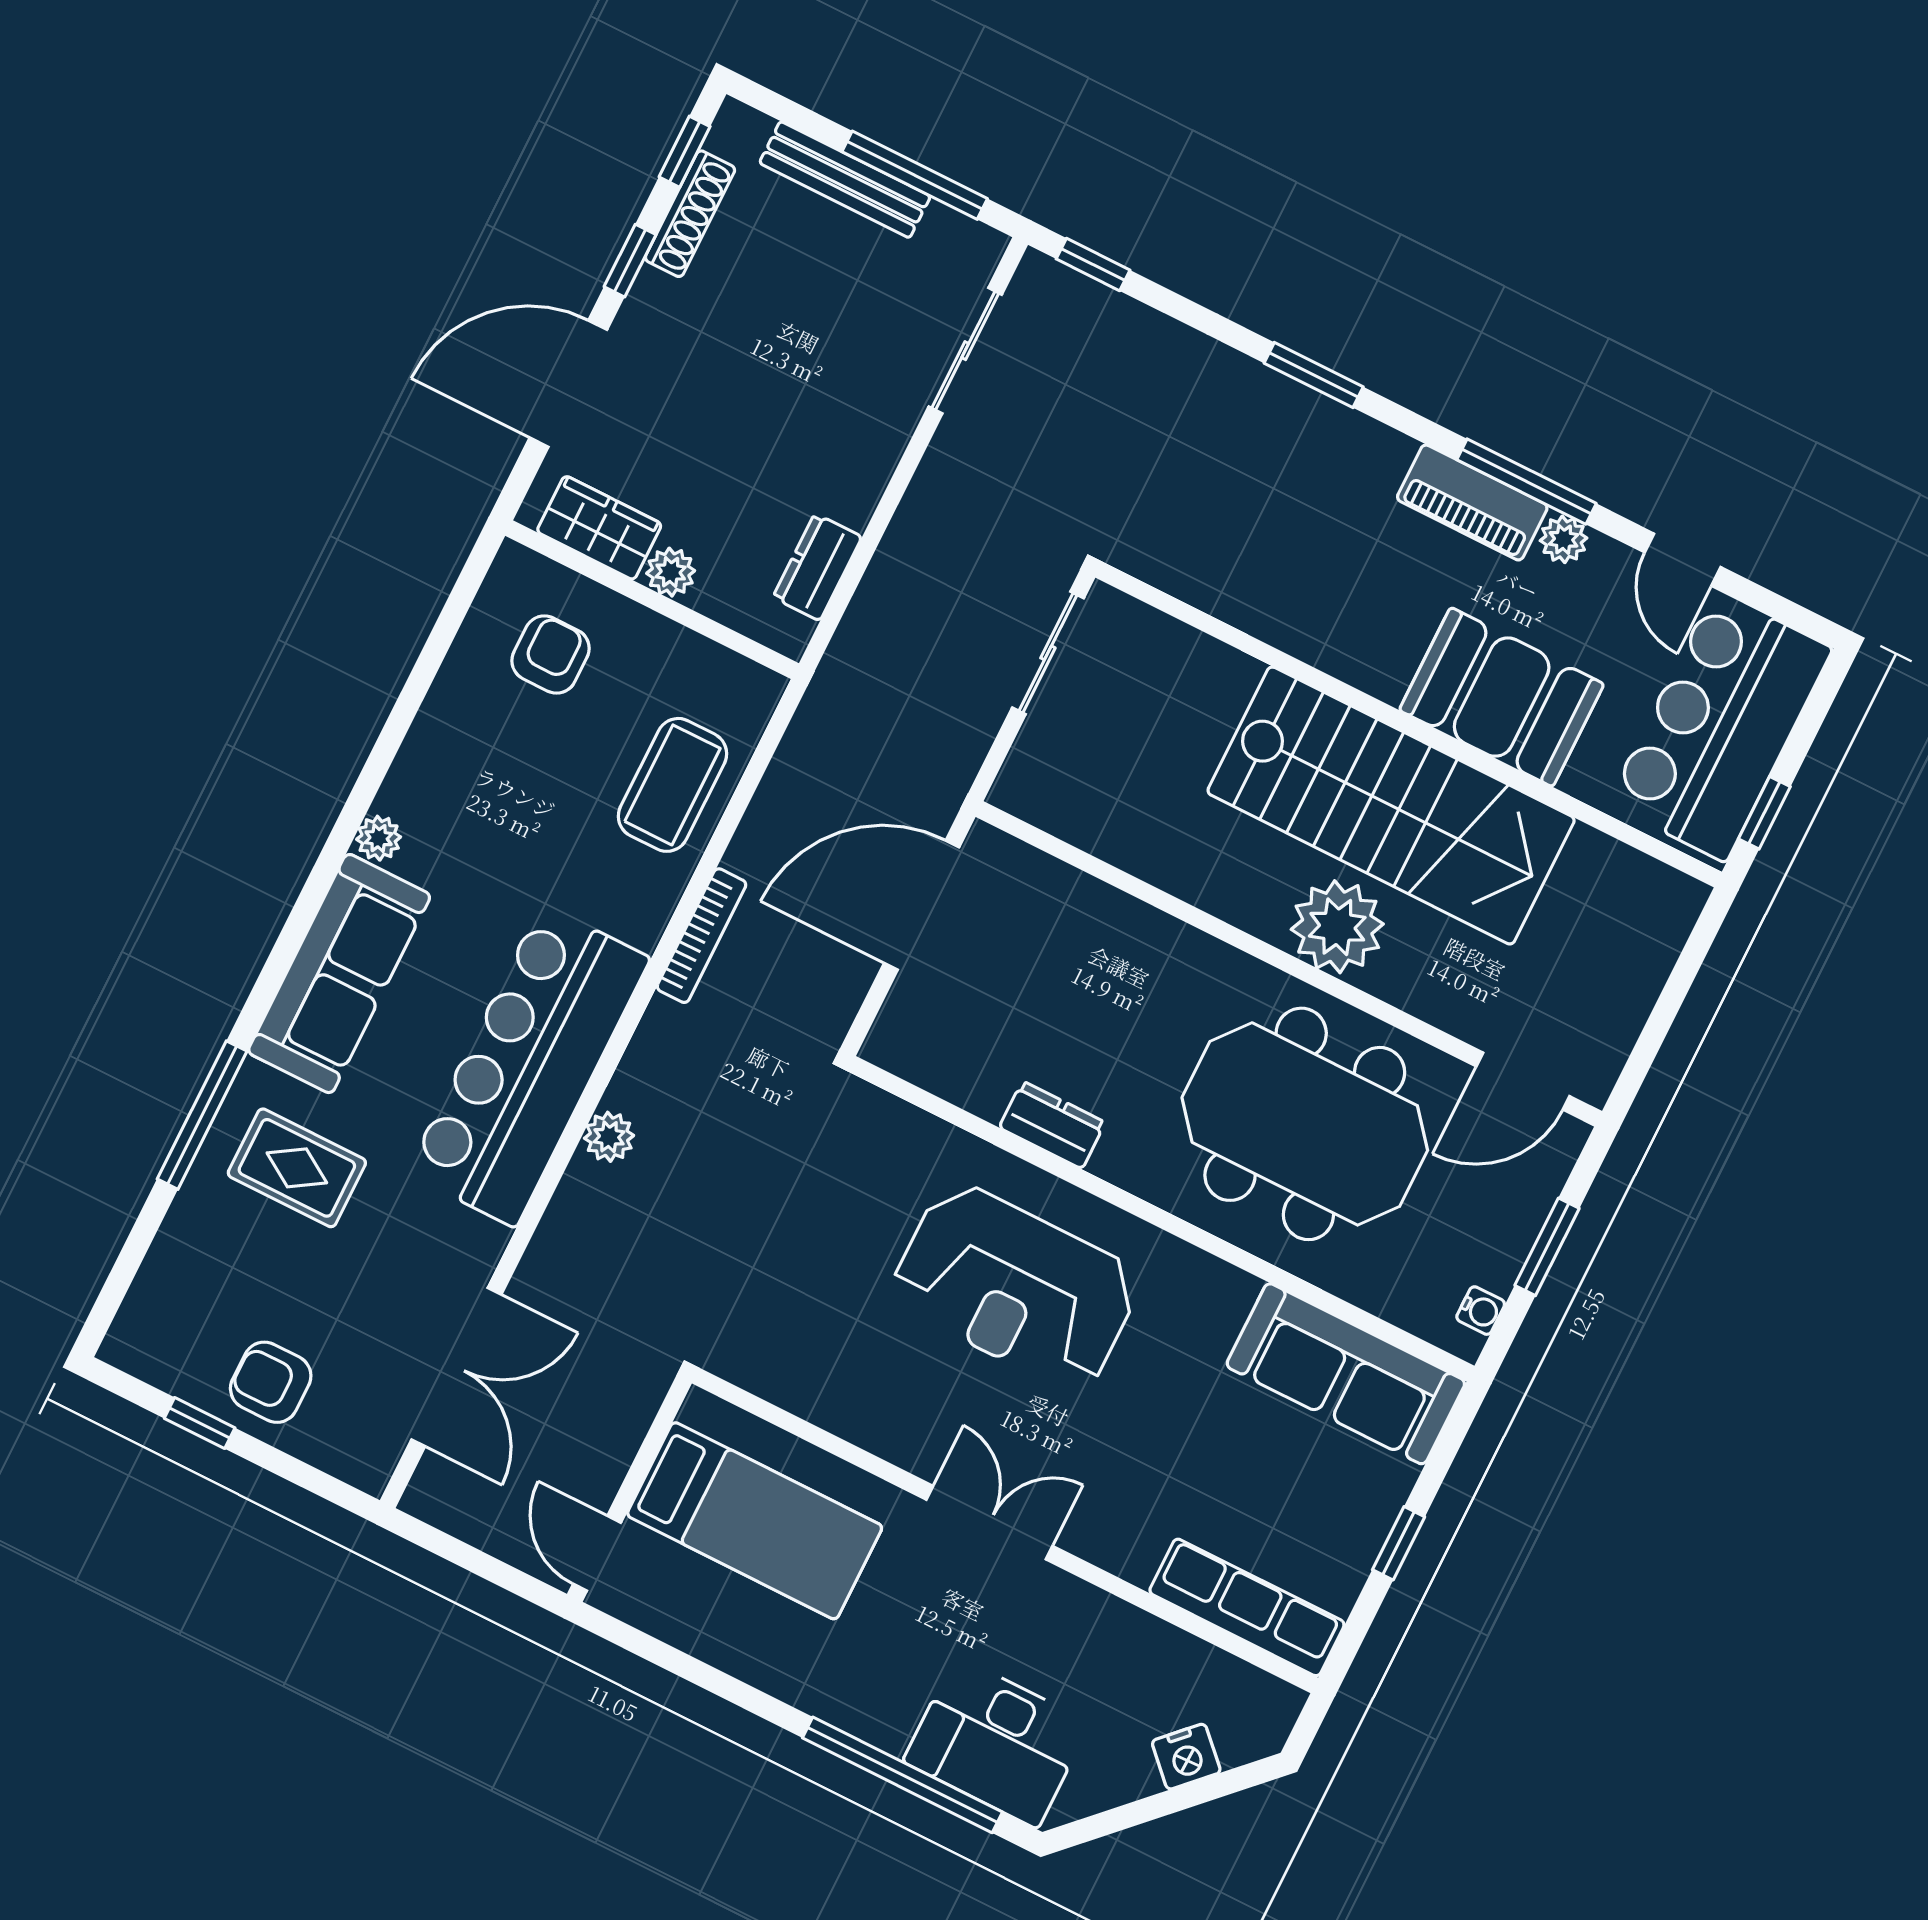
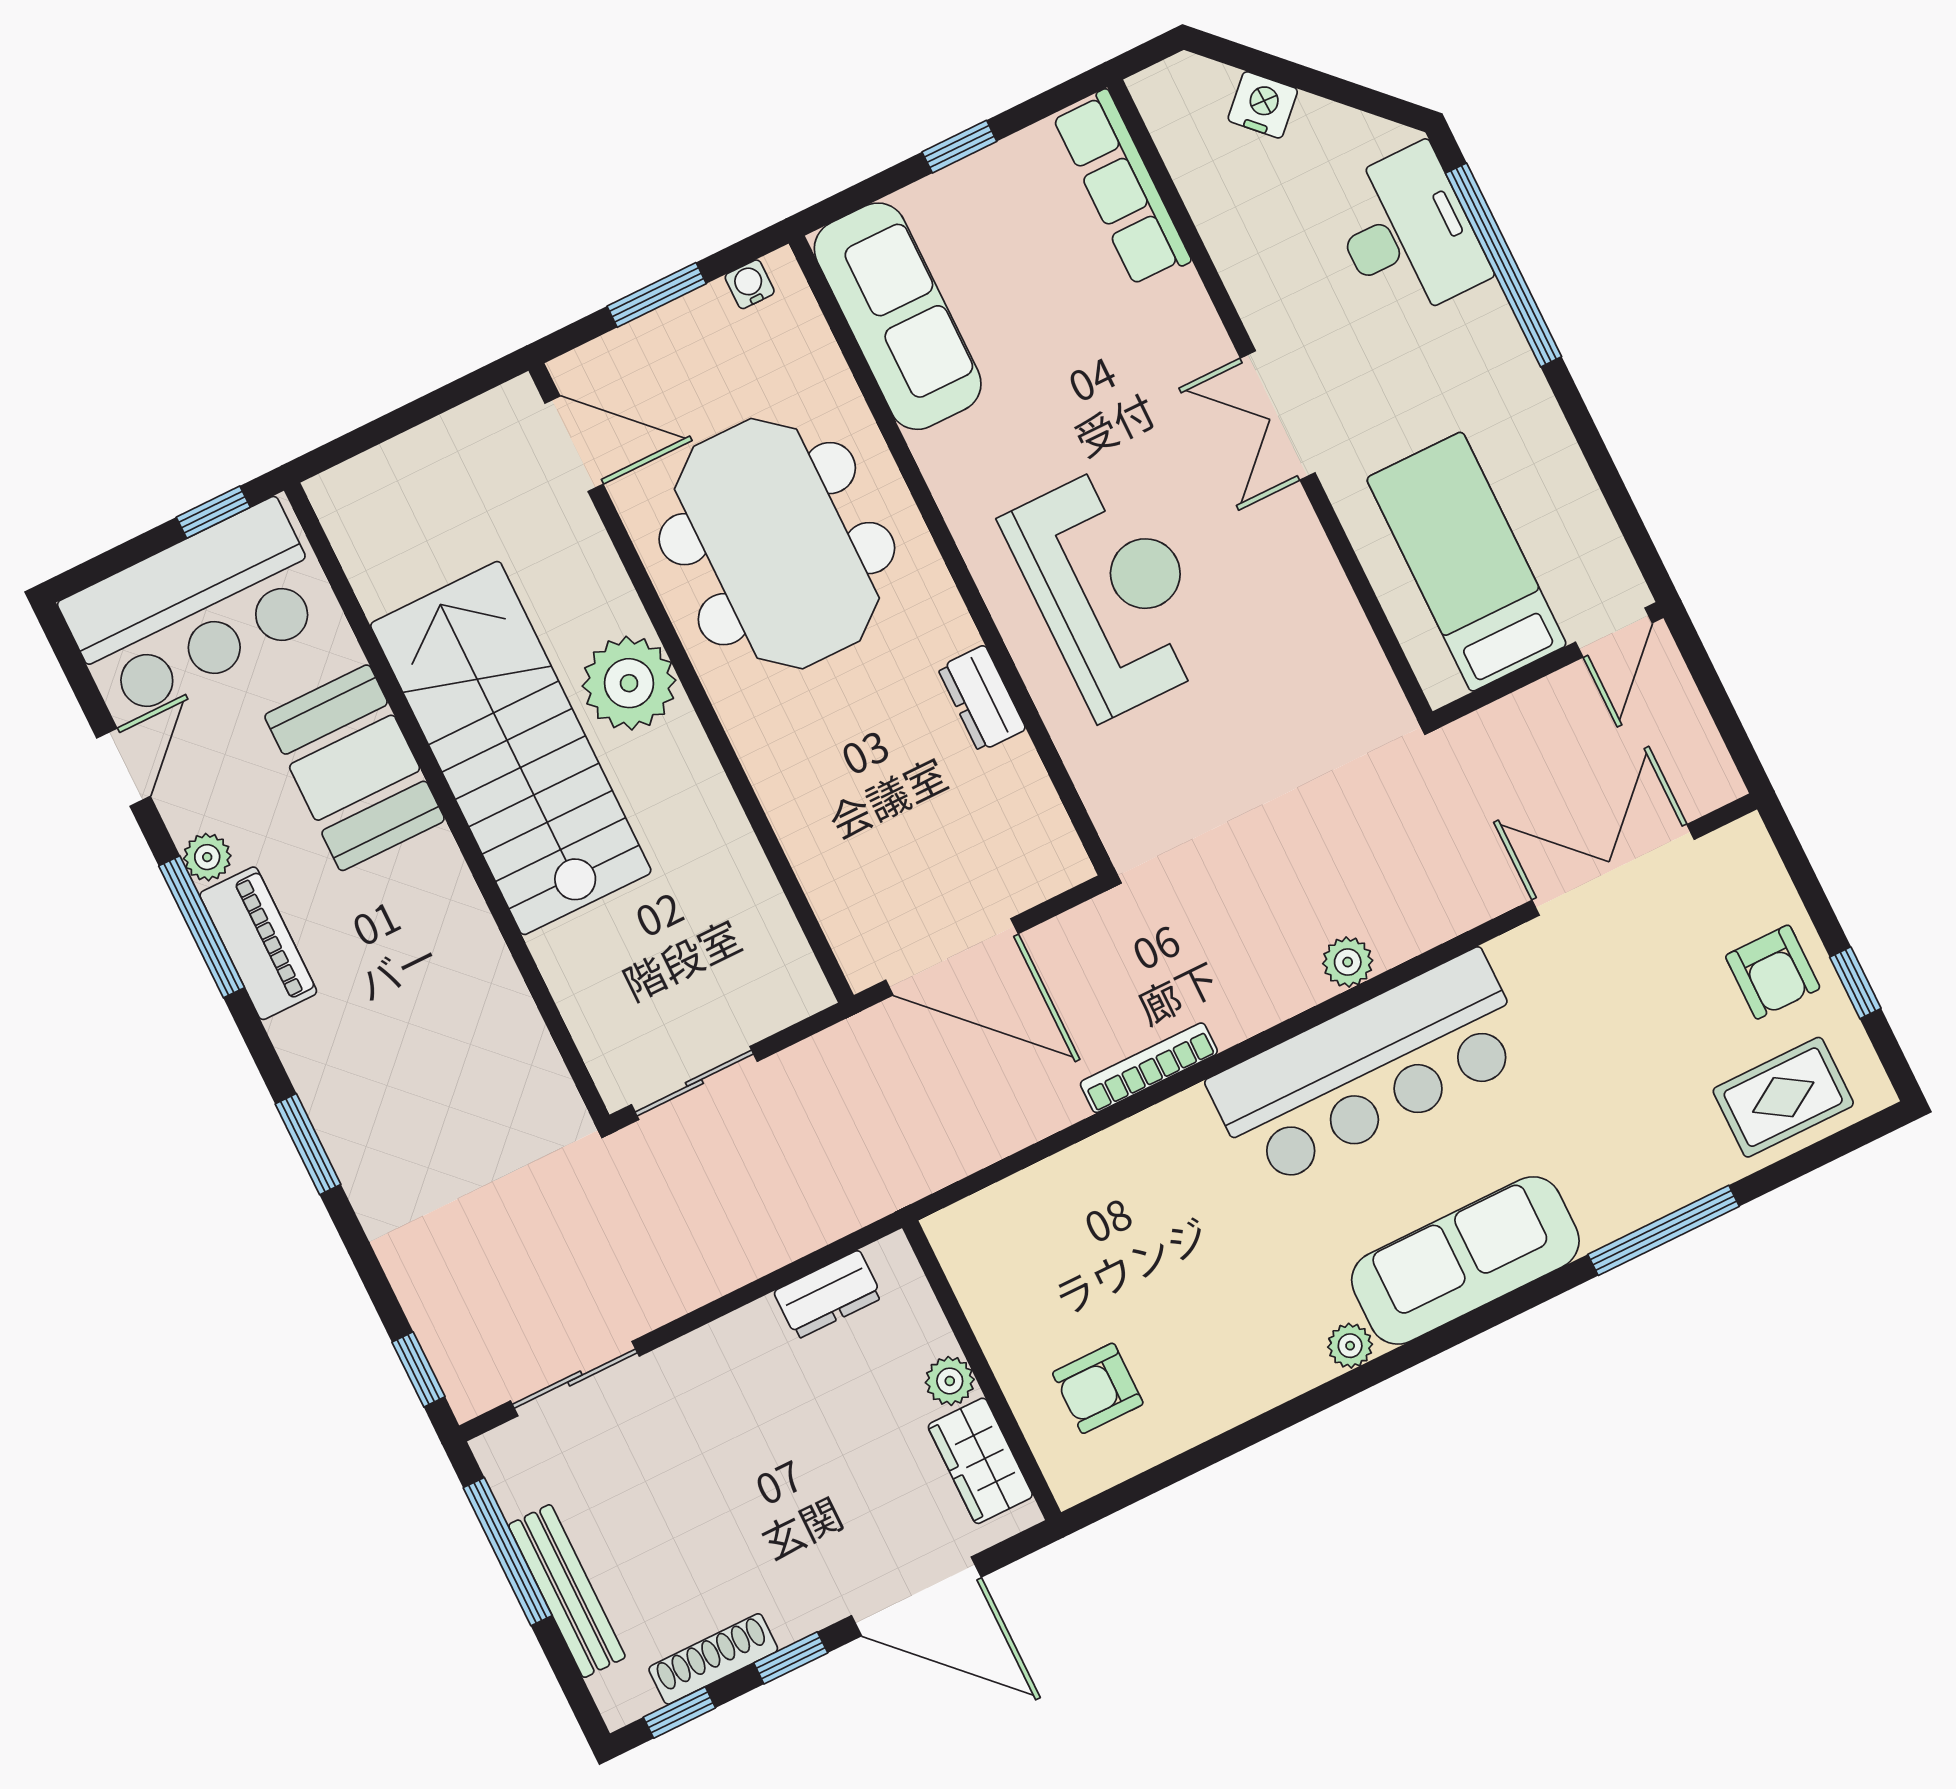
coffee table: (672, 785) -> (1079, 1208), removed
rug: (297, 1168) -> (1783, 1097), moved, turned 90

